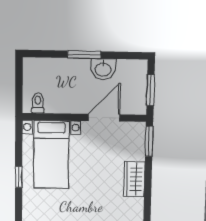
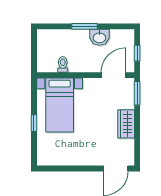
window: (150, 90) -> (137, 53), width x0.67
toilet: (38, 103) -> (63, 64), moved
door: (104, 118) -> (113, 75), moved

